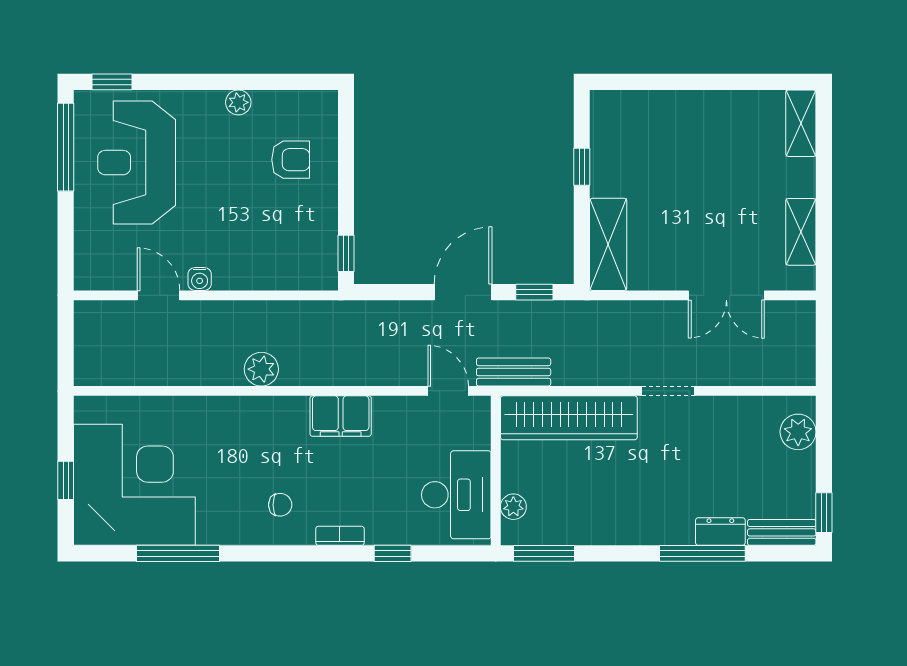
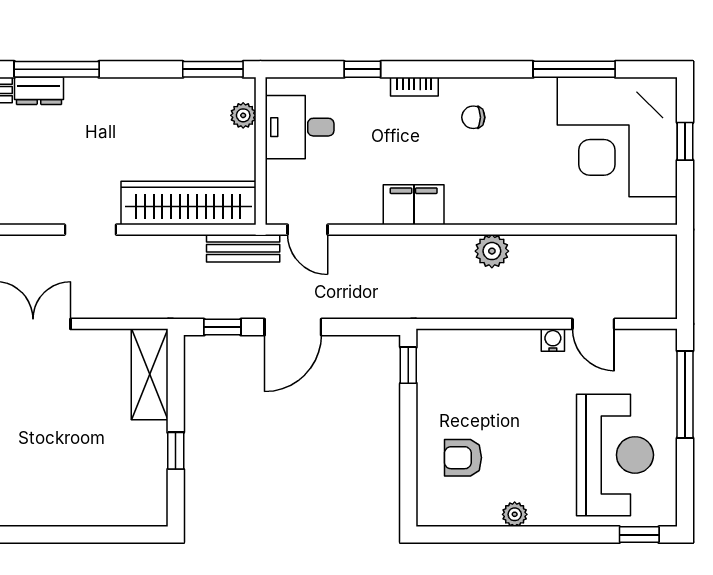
window: (66, 147) -> (685, 394), moved
desk: (456, 495) -> (300, 127), width x0.73

